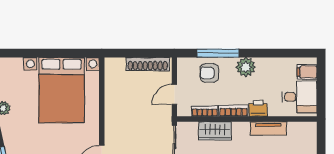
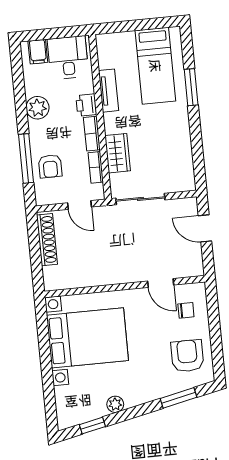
plant: (246, 67) -> (38, 108), moved

